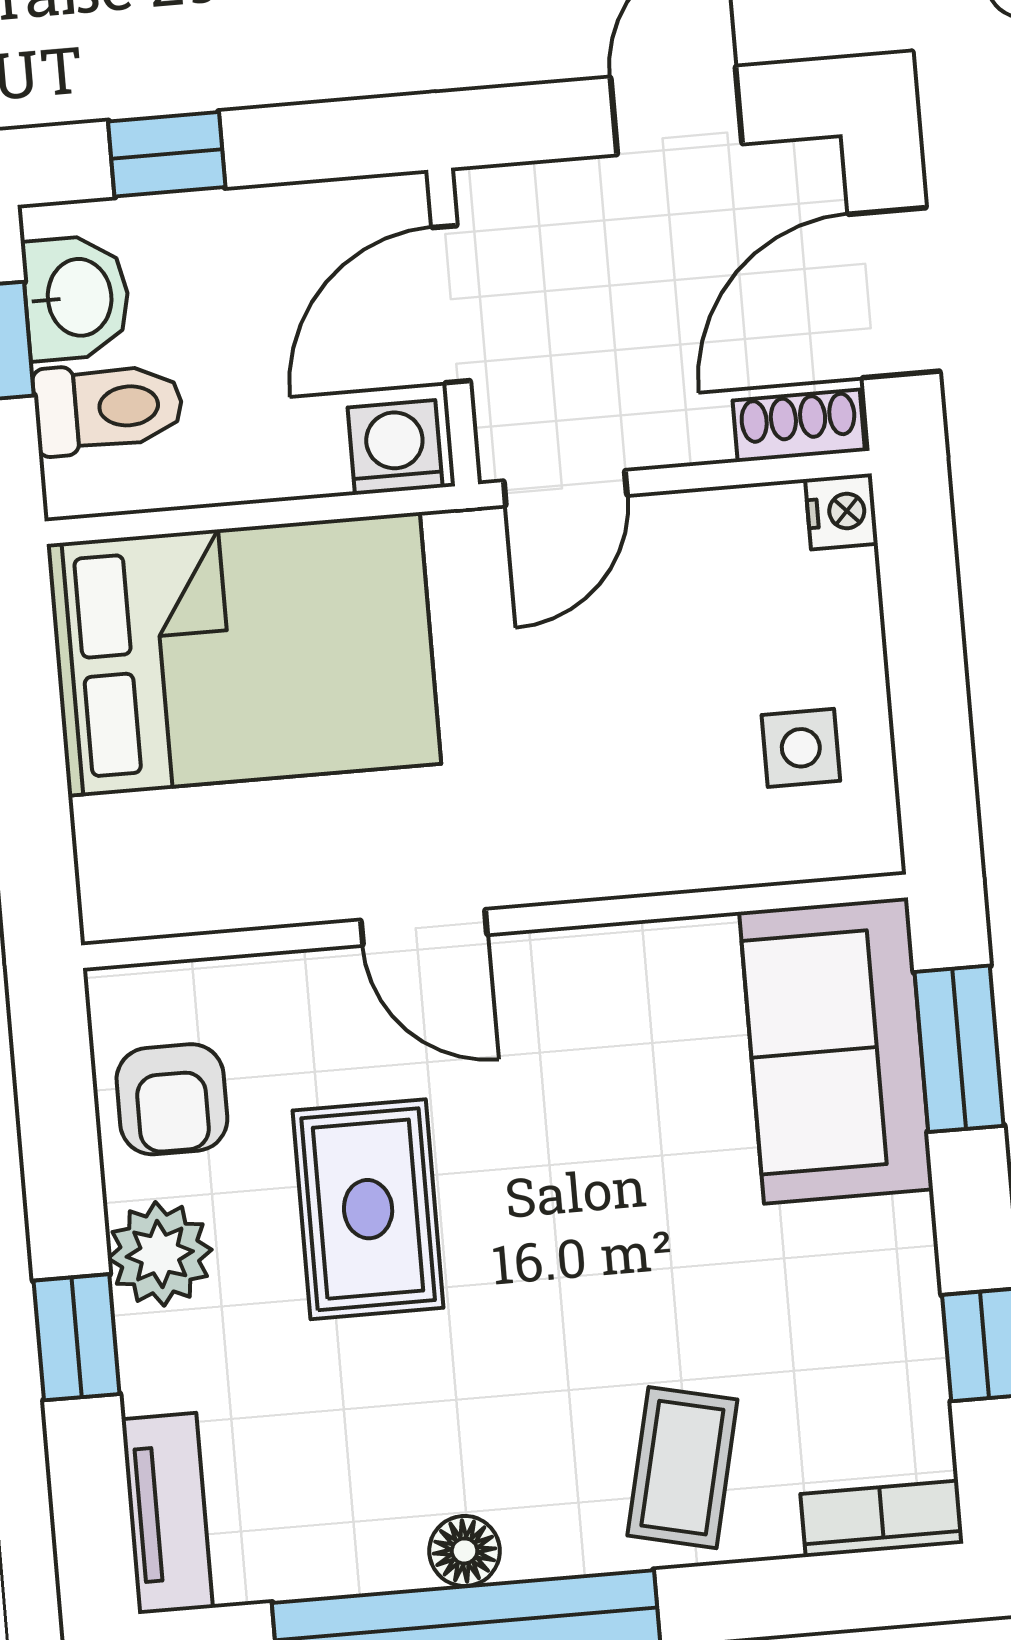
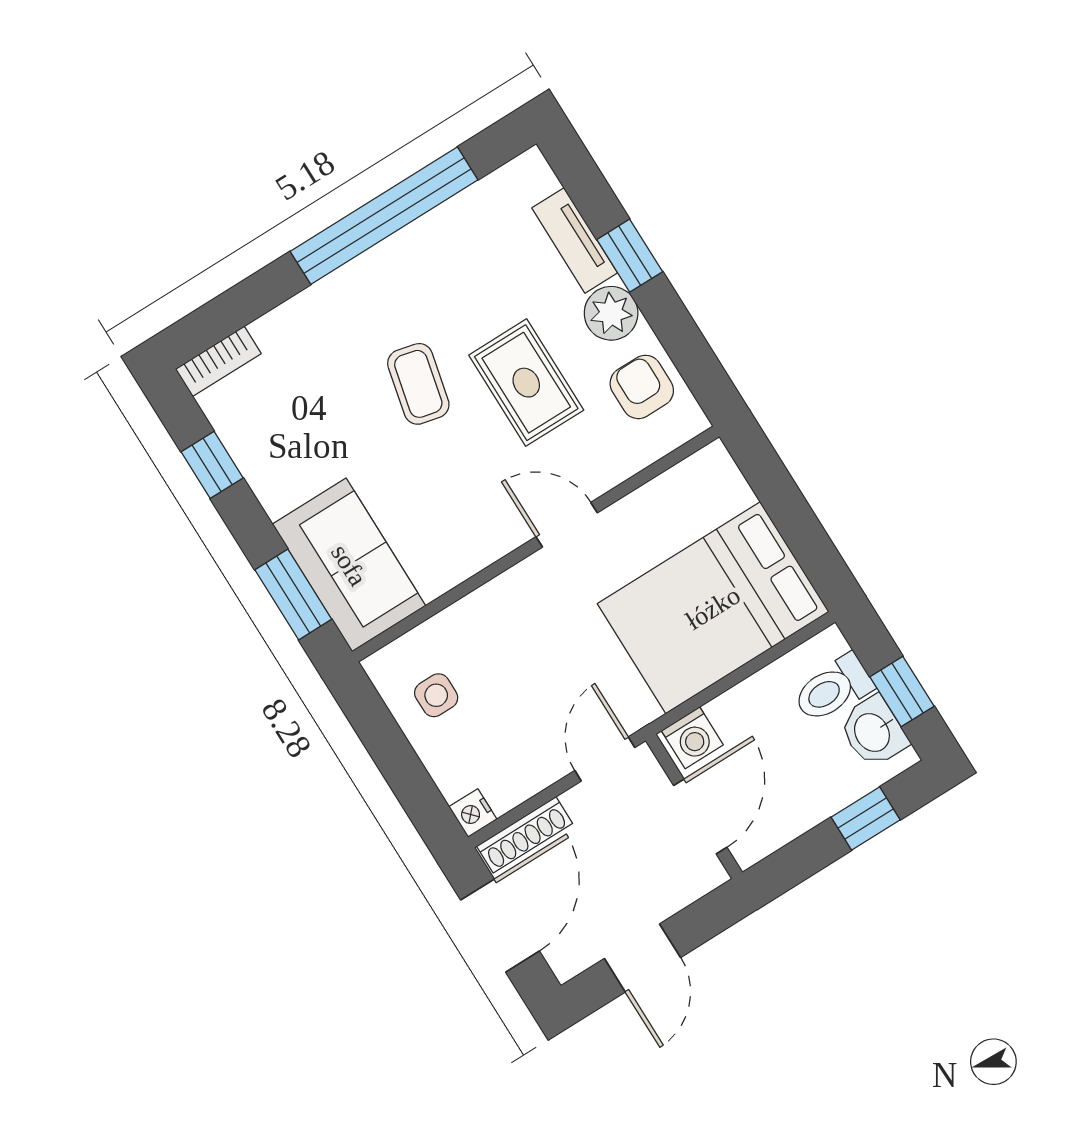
shoe rack: (799, 426) -> (524, 835), width x1.43
coffee table: (682, 1468) -> (418, 384), moved
tv unit: (167, 1513) -> (575, 240), moved
floor lamp: (465, 1551) -> (402, 249), removed

